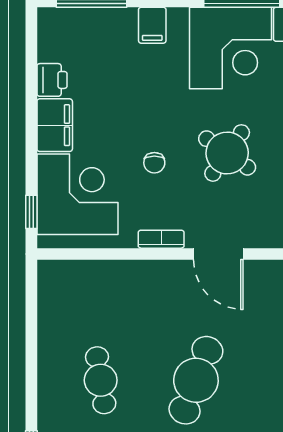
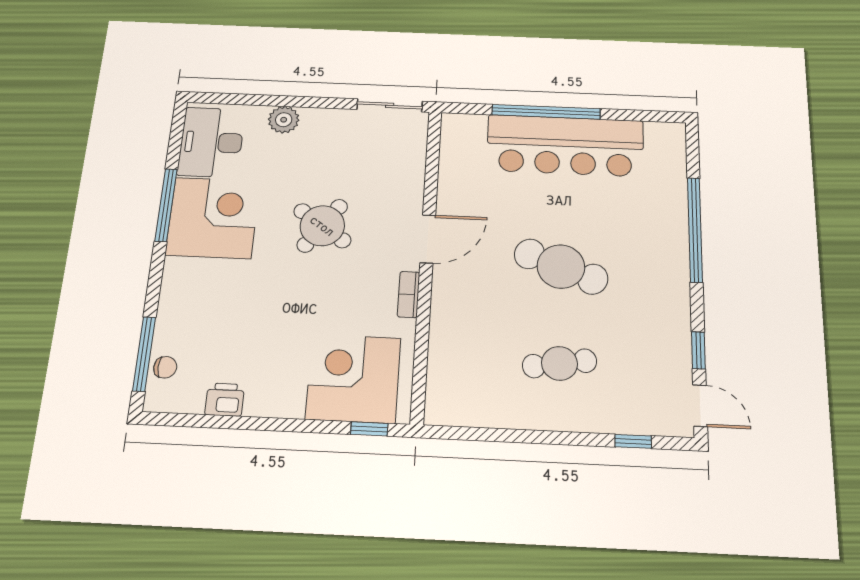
filing cabinet: (152, 25) -> (179, 293), removed
filing cabinet: (55, 125) -> (275, 399), removed
chair: (154, 163) -> (165, 367), moved

